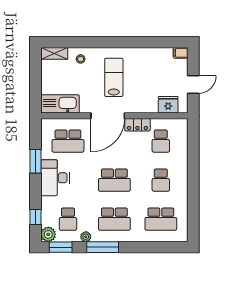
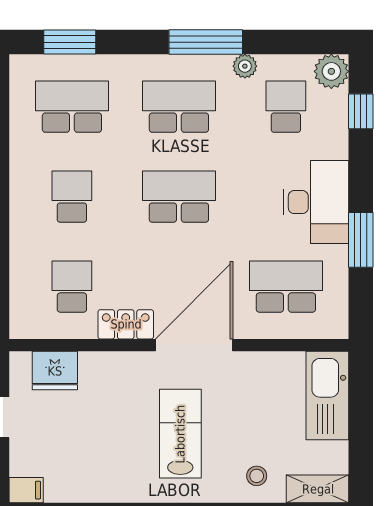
lab bench: (114, 77) -> (180, 434), turned 180
kitchen sink: (60, 104) -> (327, 395), moved, turned 90
window: (61, 247) -> (70, 42), moved

